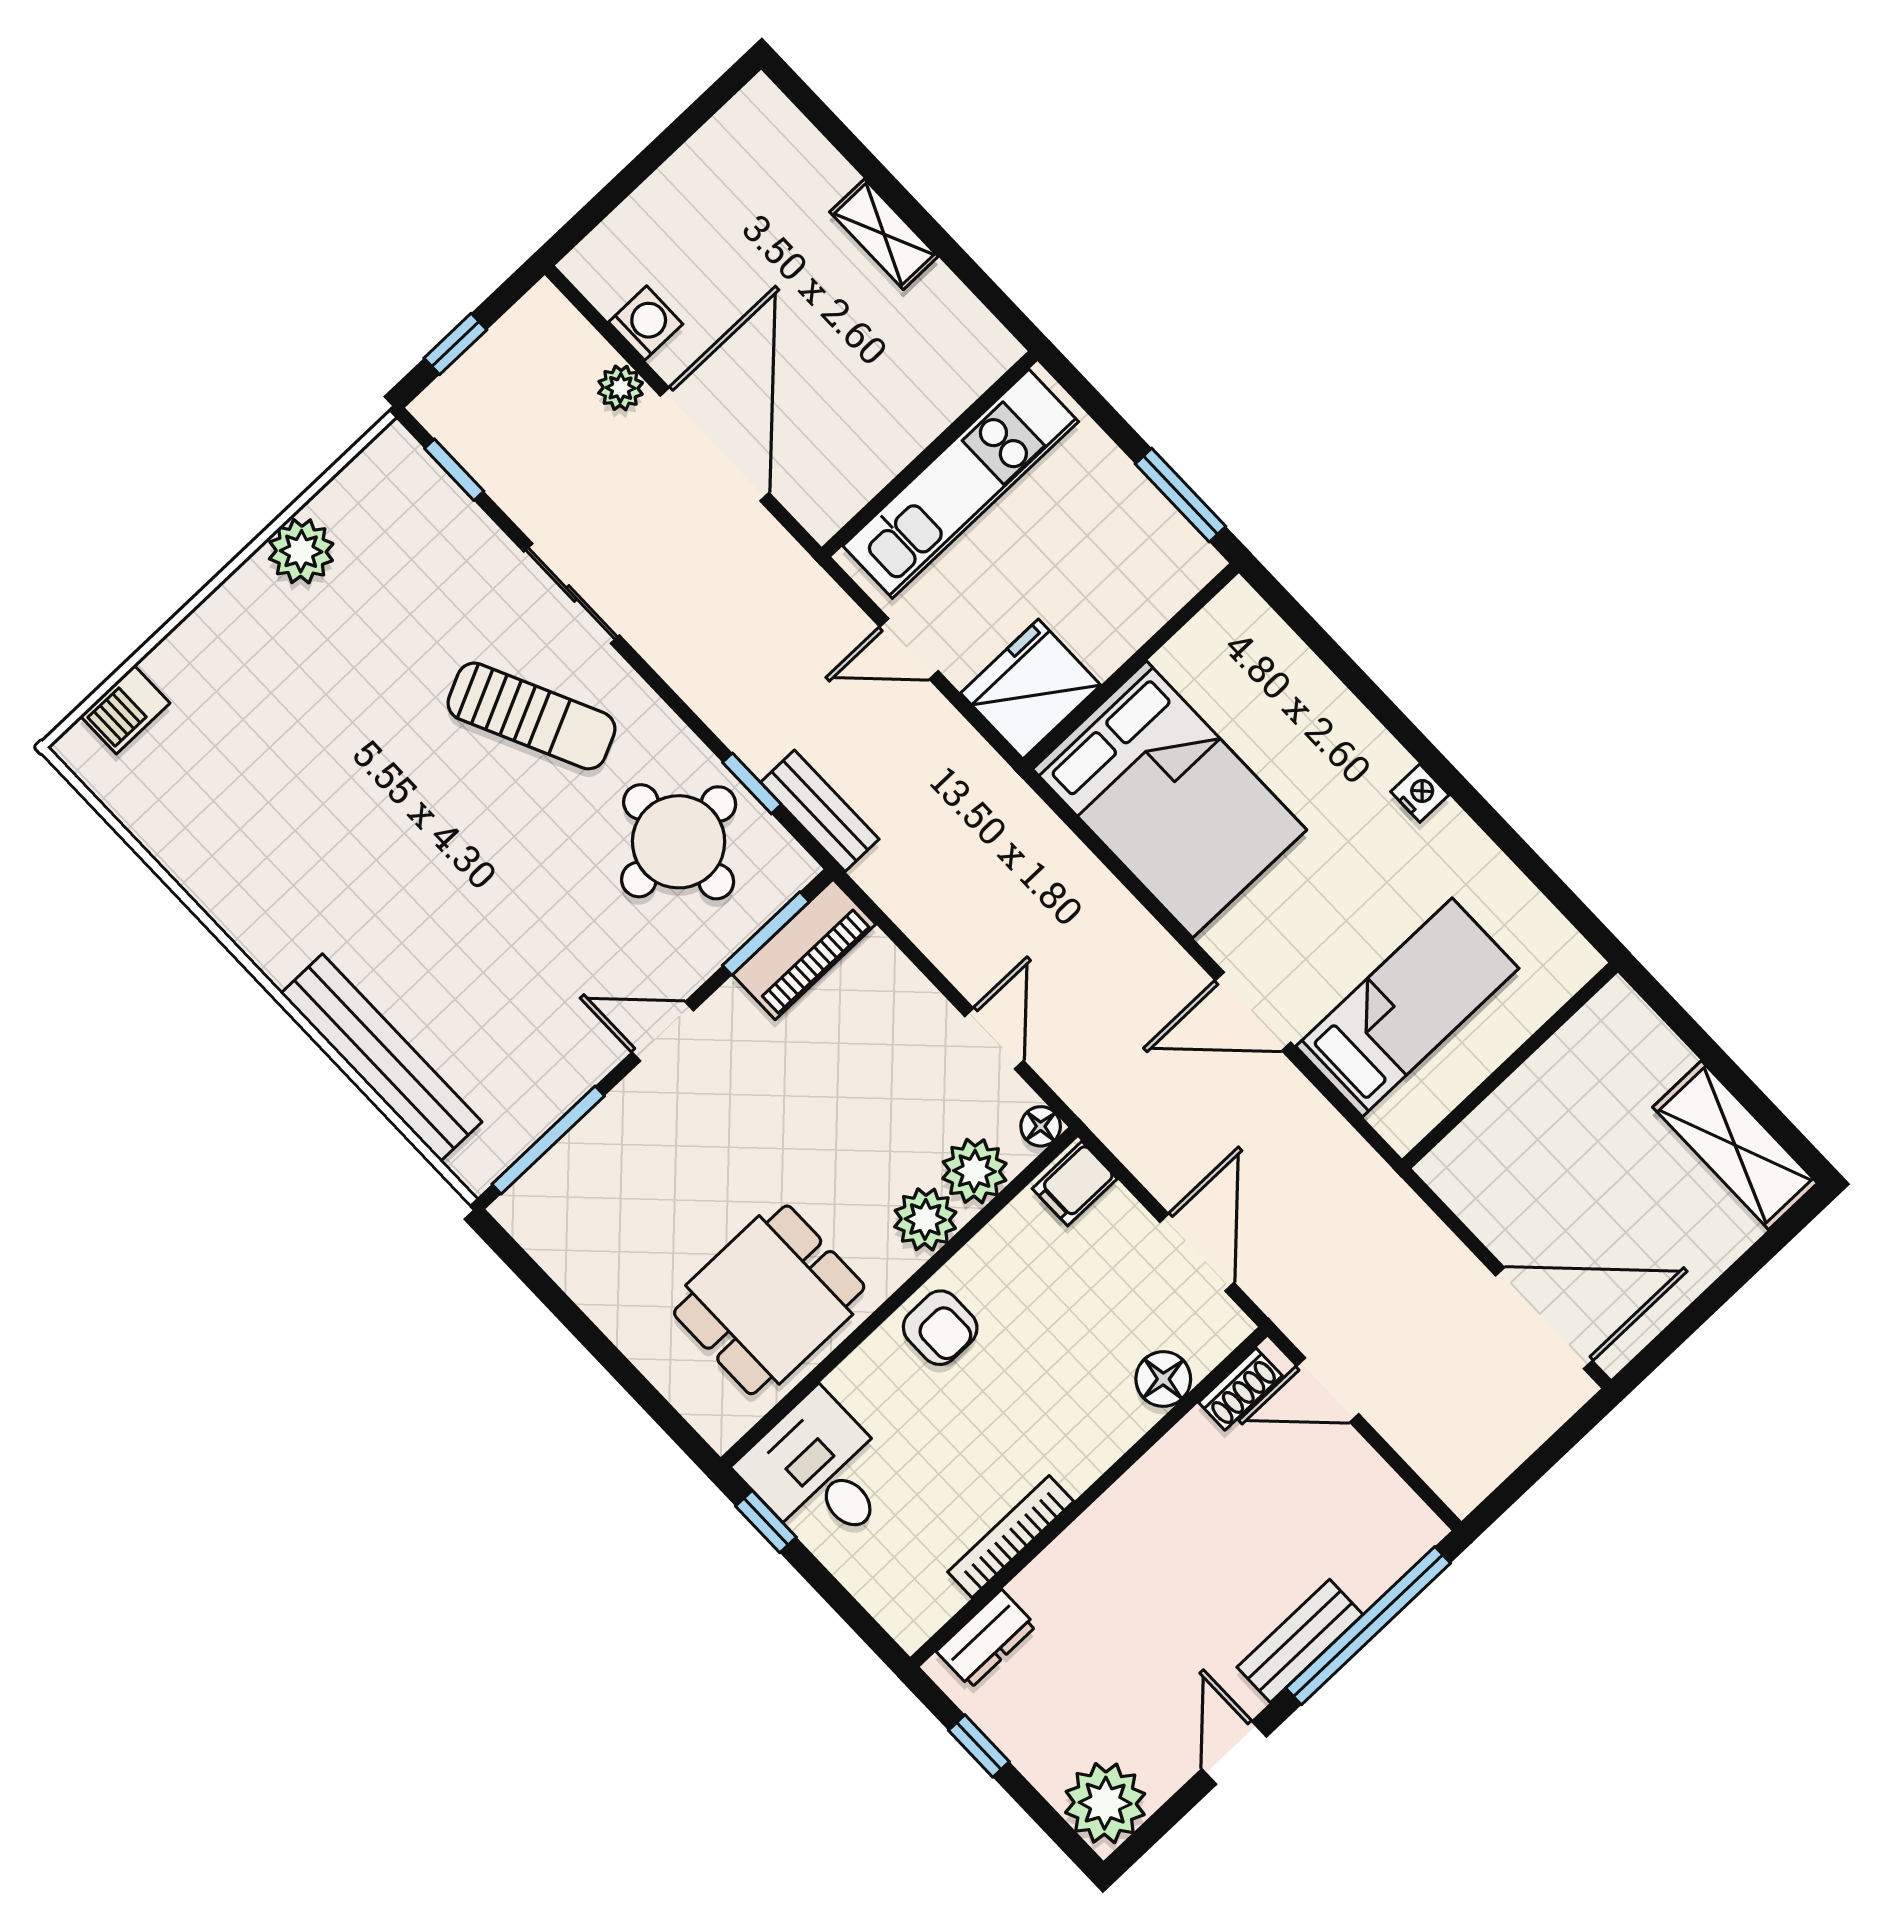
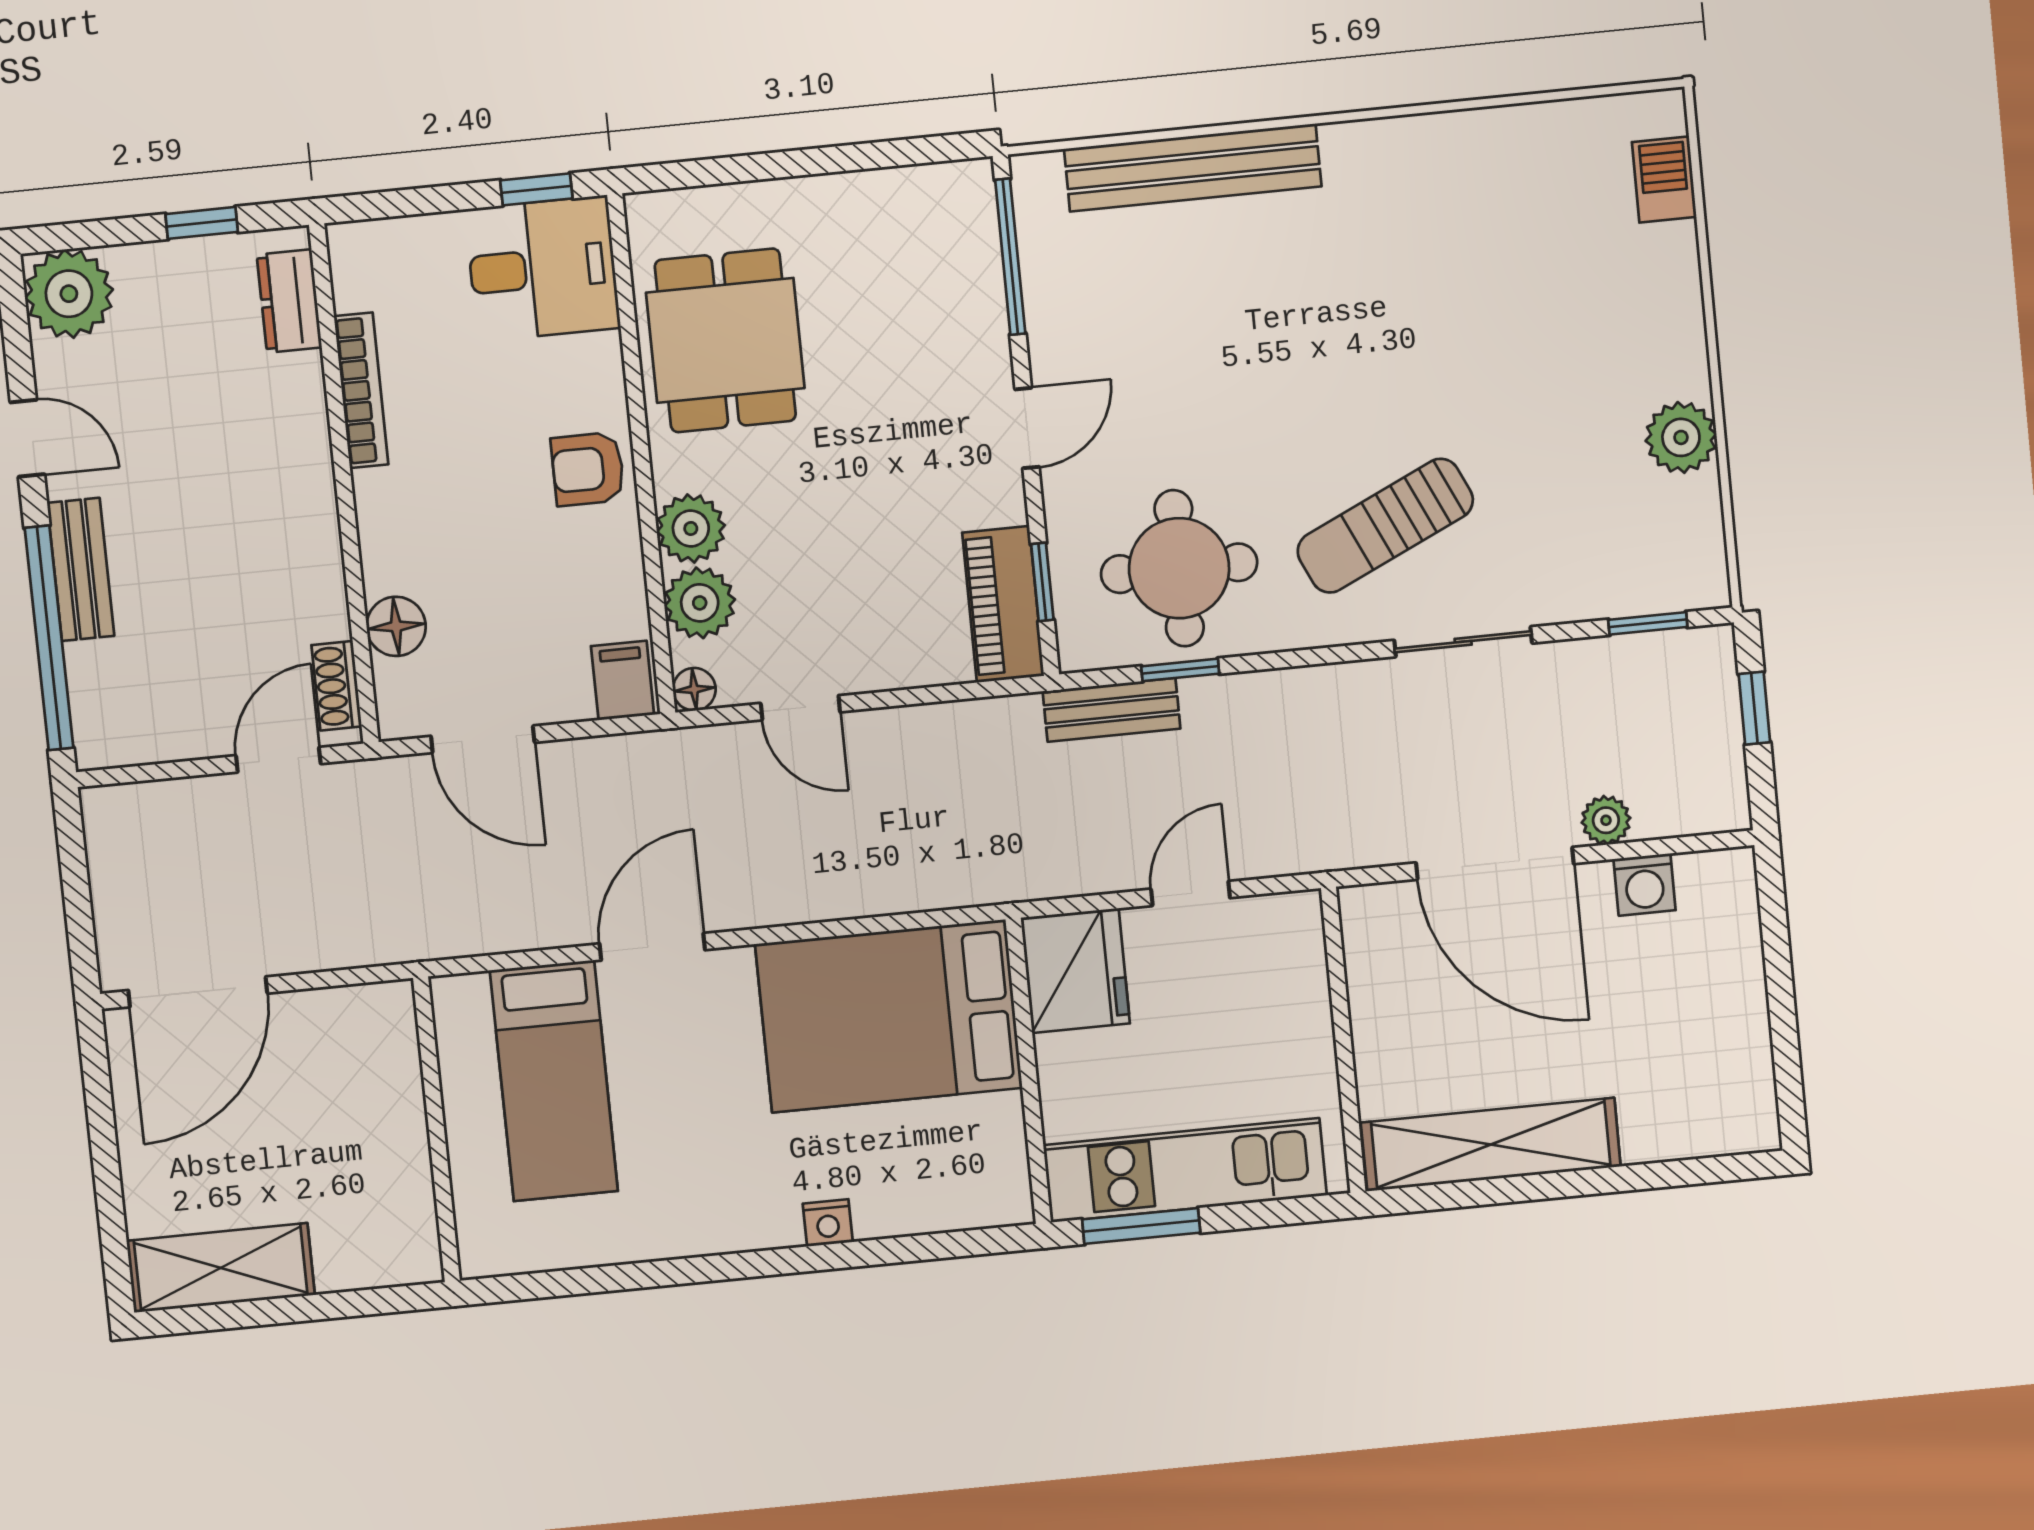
shelving: (884, 234) -> (1491, 1145), width x2.20, depth x1.33
kitchen unit: (961, 484) -> (1185, 1170), moved, turned 90
nightstand: (1420, 793) -> (828, 1223), moved
window: (766, 934) -> (1042, 582), width x0.67

